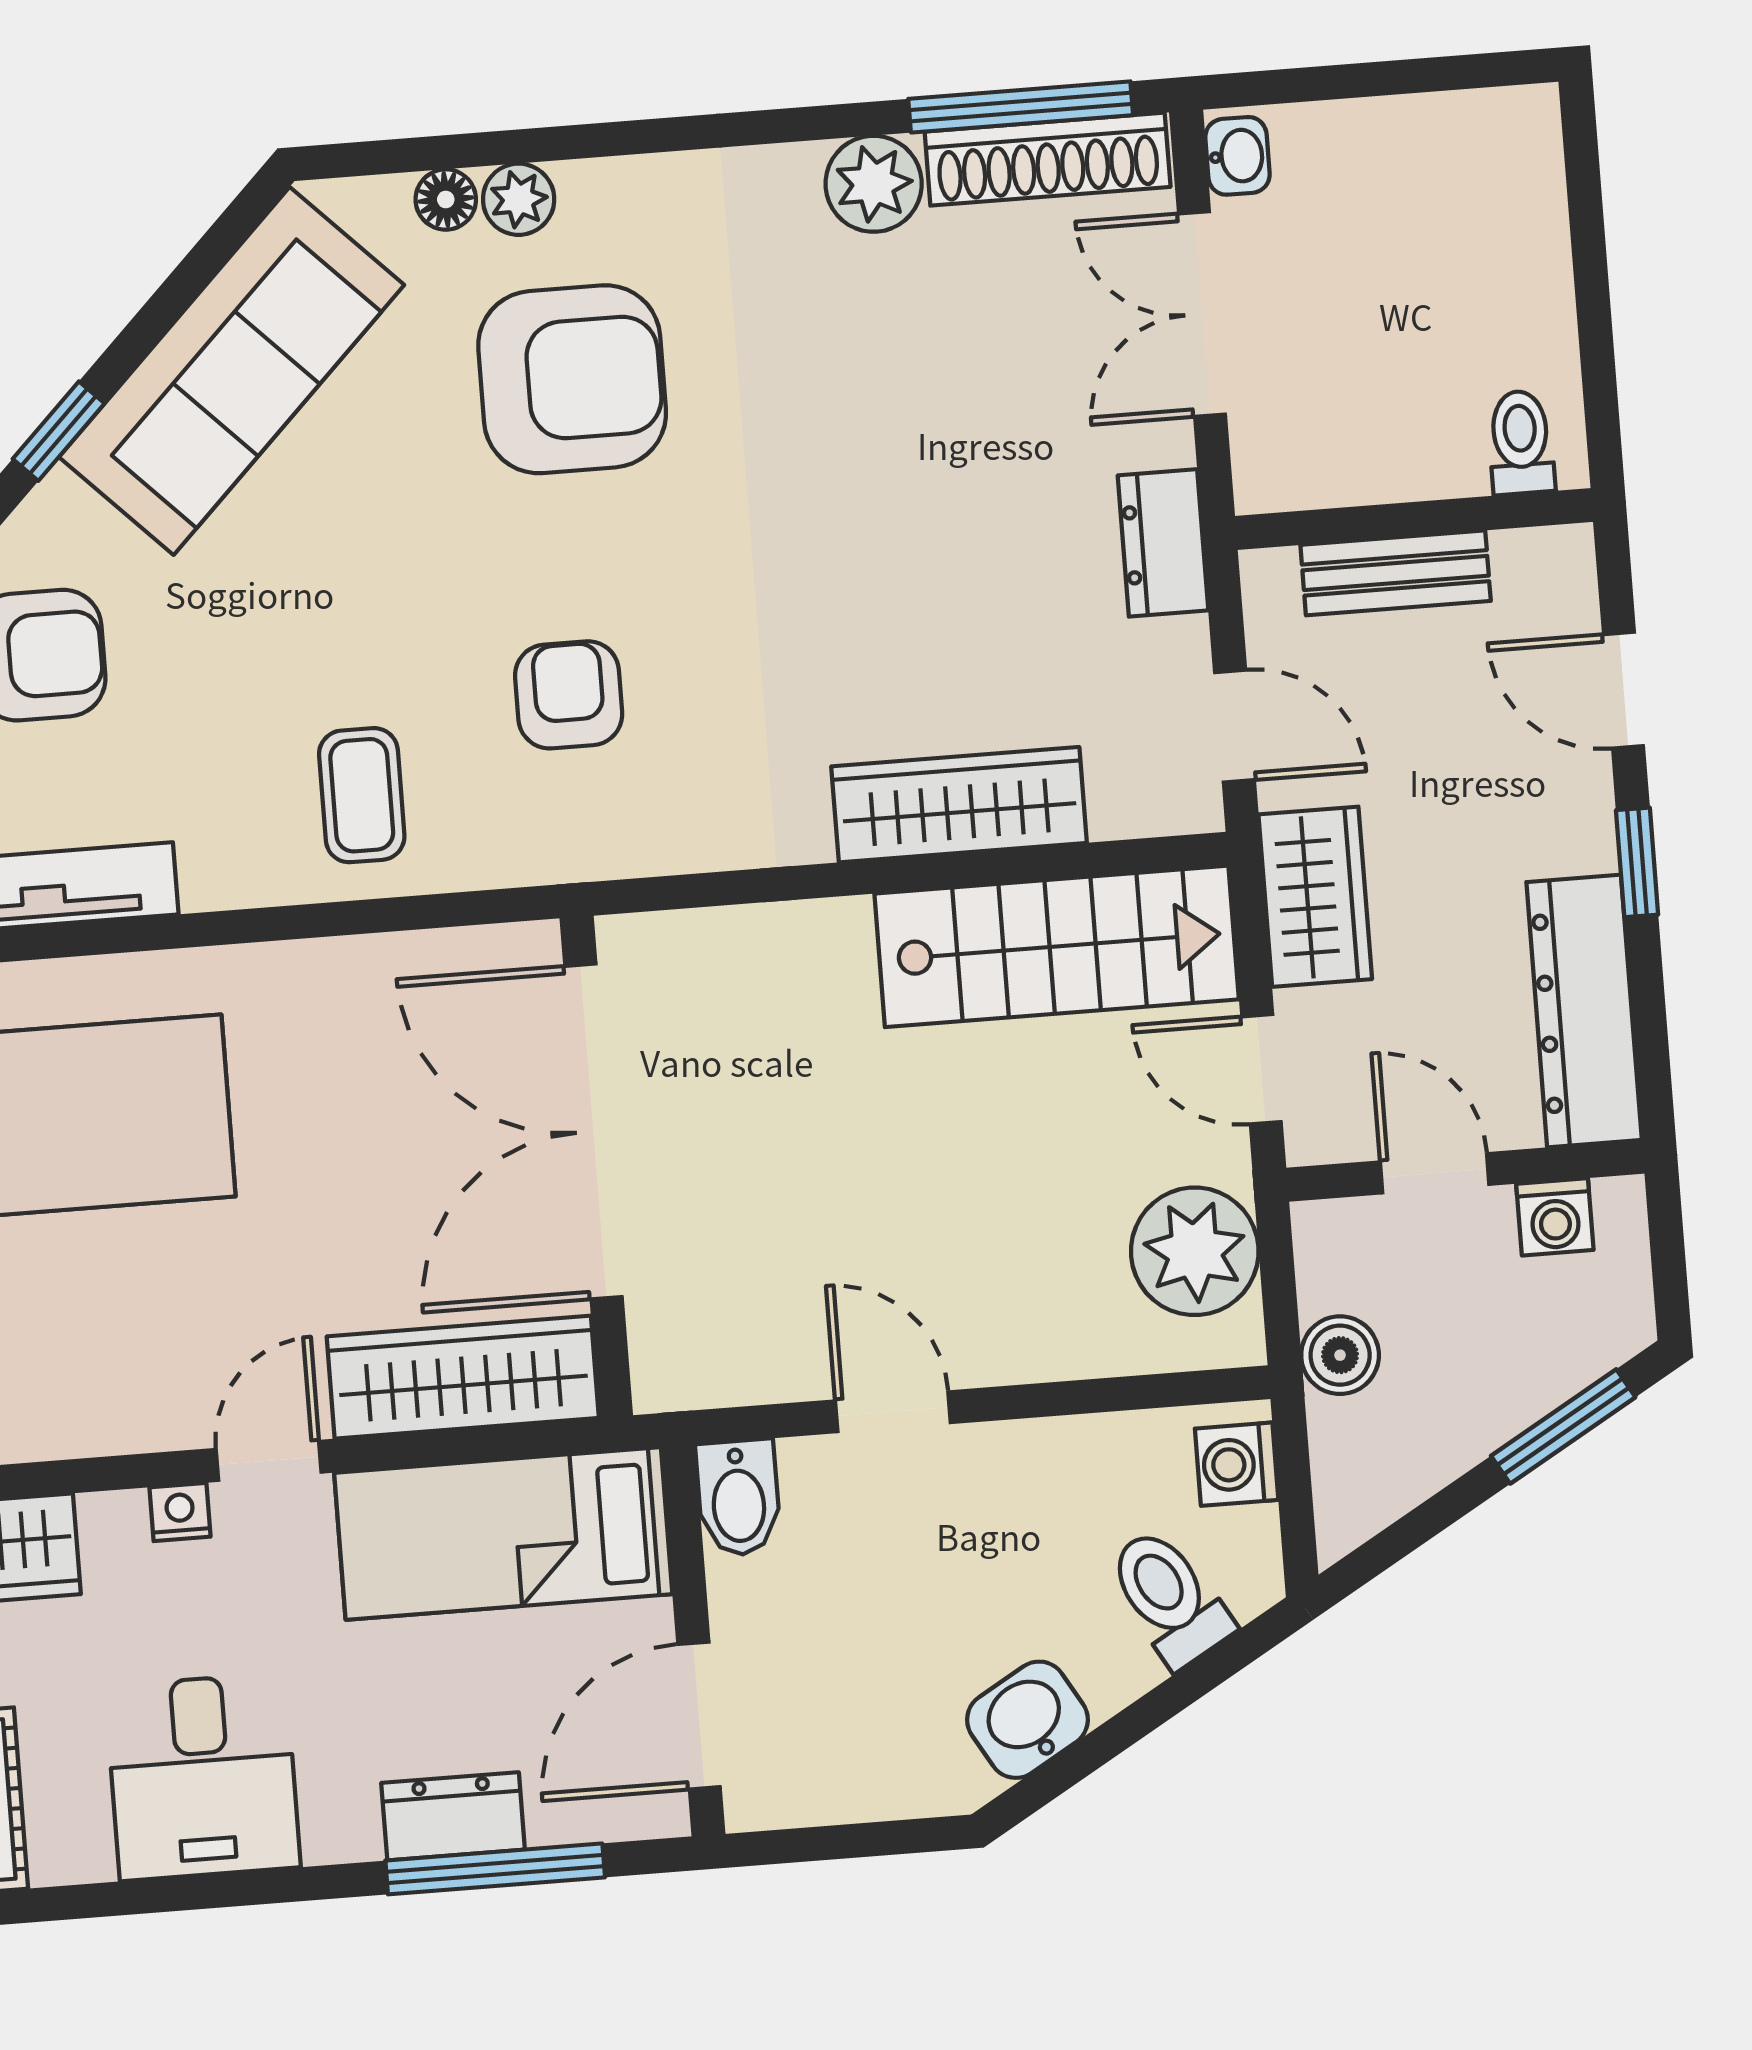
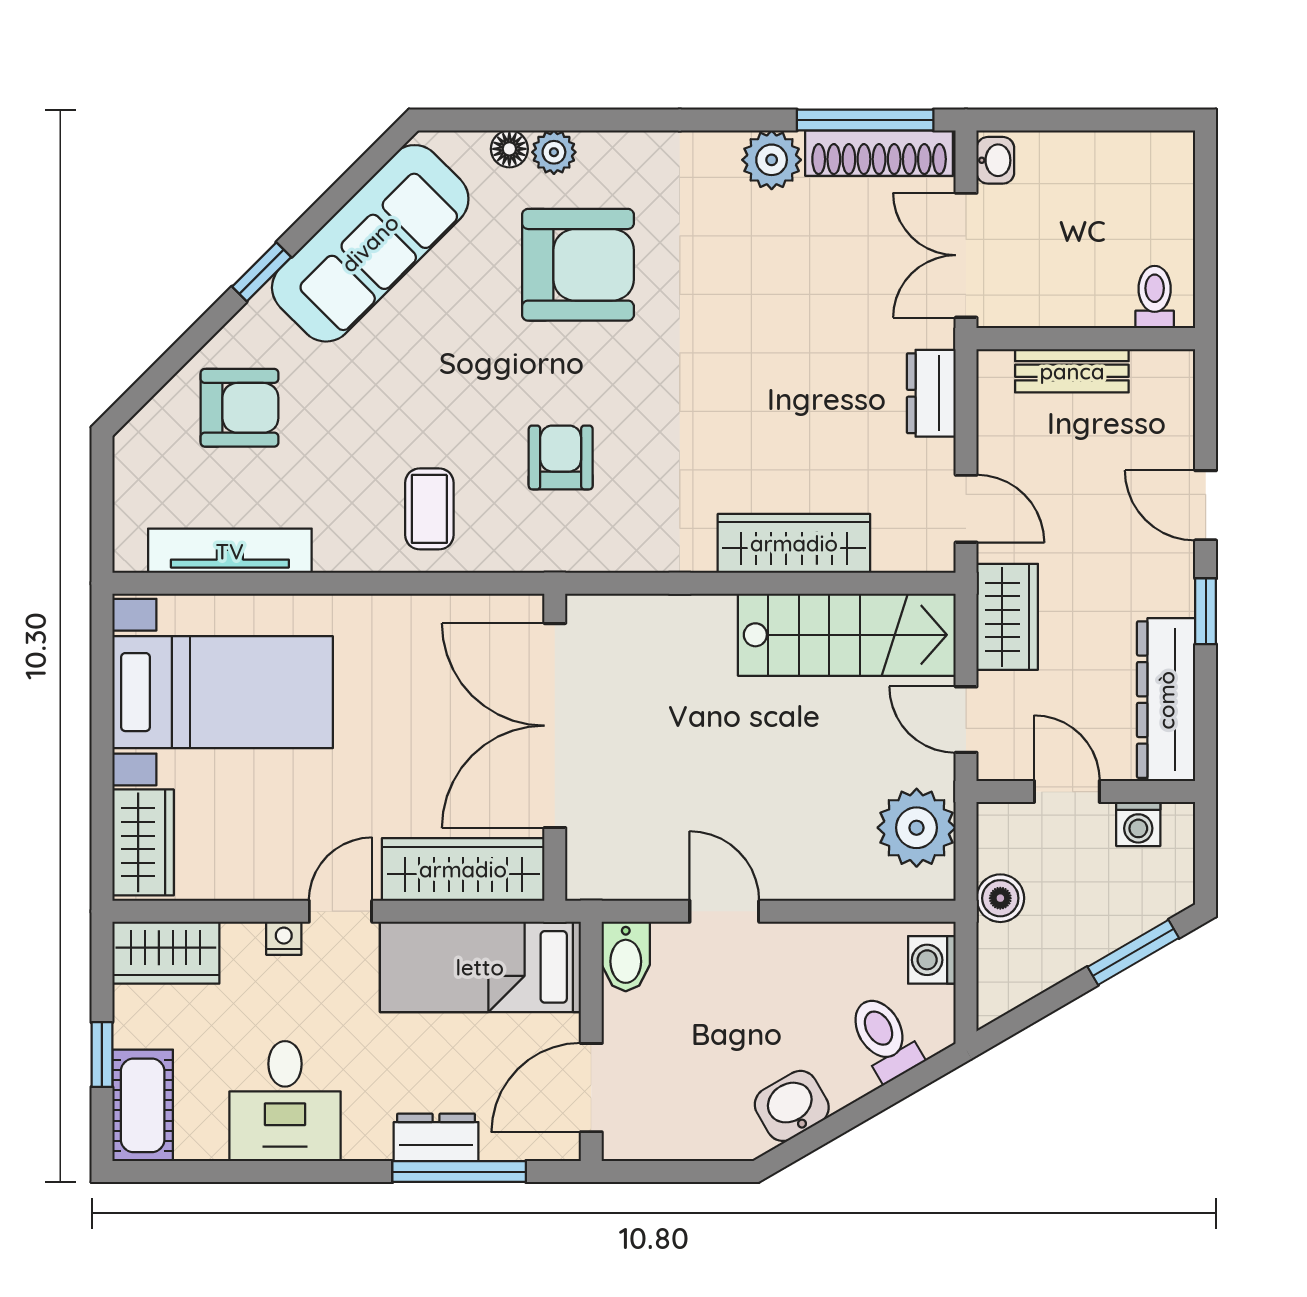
toilet: (1521, 442) -> (1155, 297), moved
wall: (1414, 519) -> (1086, 339), moved
bench: (1396, 573) -> (1072, 371), moved

